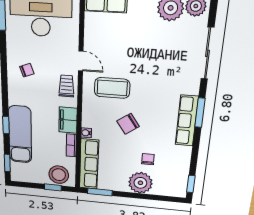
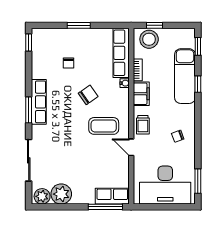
plant: (140, 183) -> (73, 39), removed
window: (100, 192) -> (79, 25), moved

